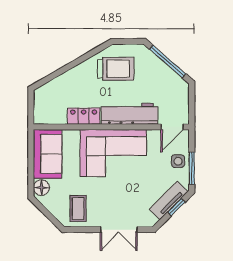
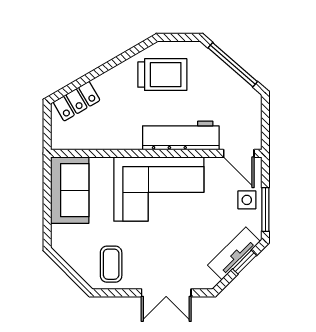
locker: (84, 116) -> (77, 101), moved, turned 150
door: (172, 127) -> (239, 153), hinge flipped
floor lamp: (41, 188) -> (61, 236), removed

